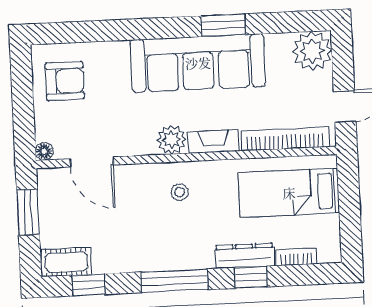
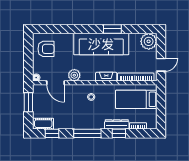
plant: (171, 140) -> (74, 75), moved

